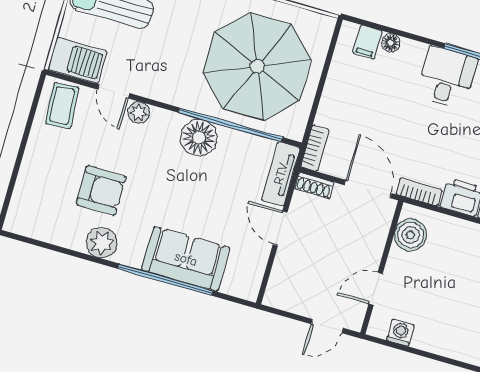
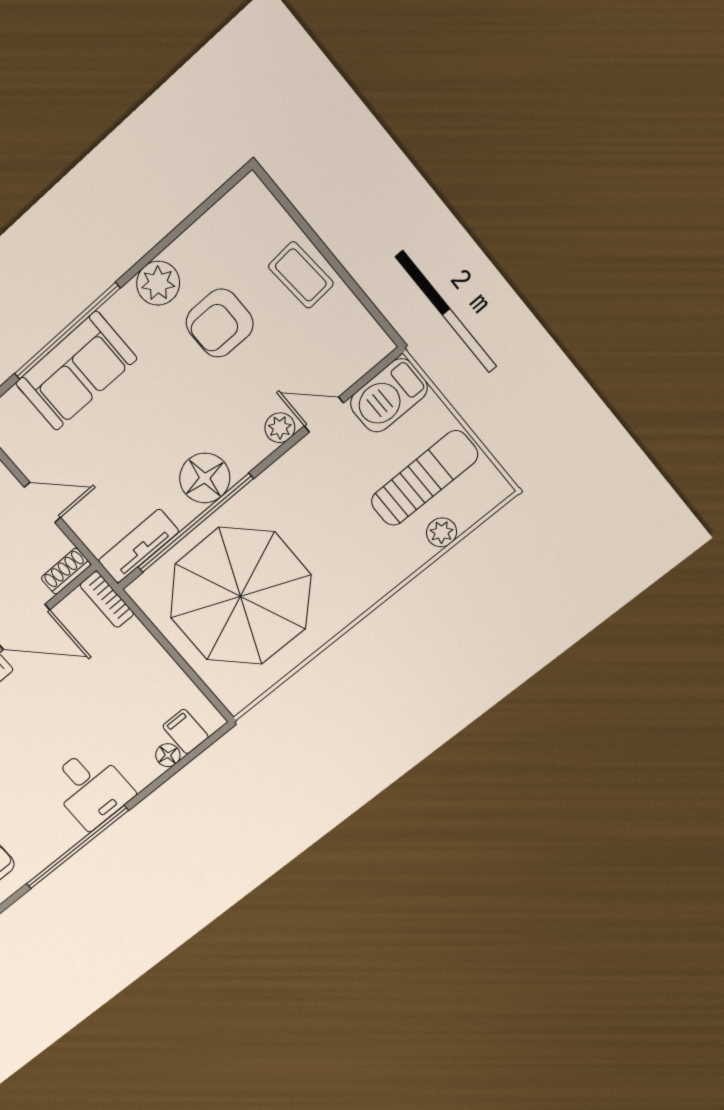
coffee table: (62, 106) -> (301, 275), moved
tv unit: (281, 174) -> (139, 546), moved, turned -90

